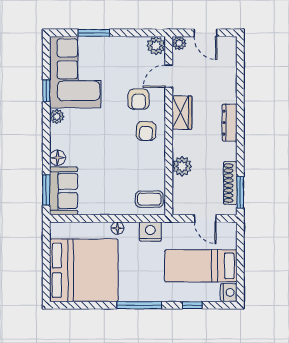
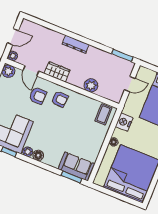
floor lamp: (58, 158) -> (38, 155), moved
shoe rack: (230, 183) -> (114, 59), removed

